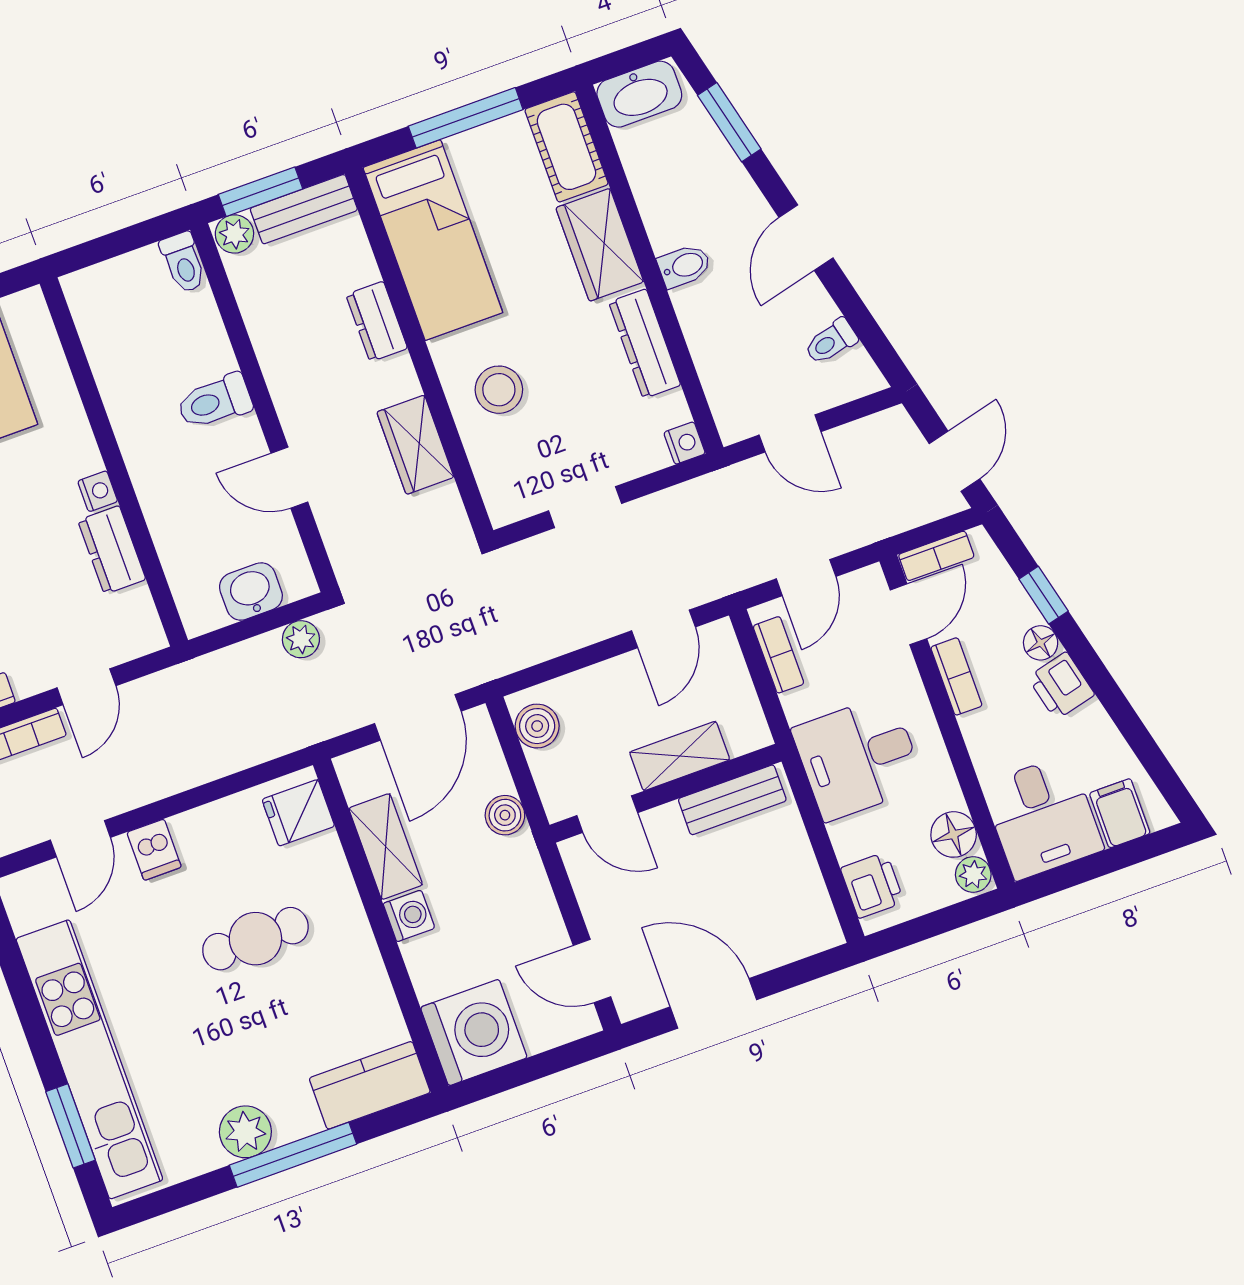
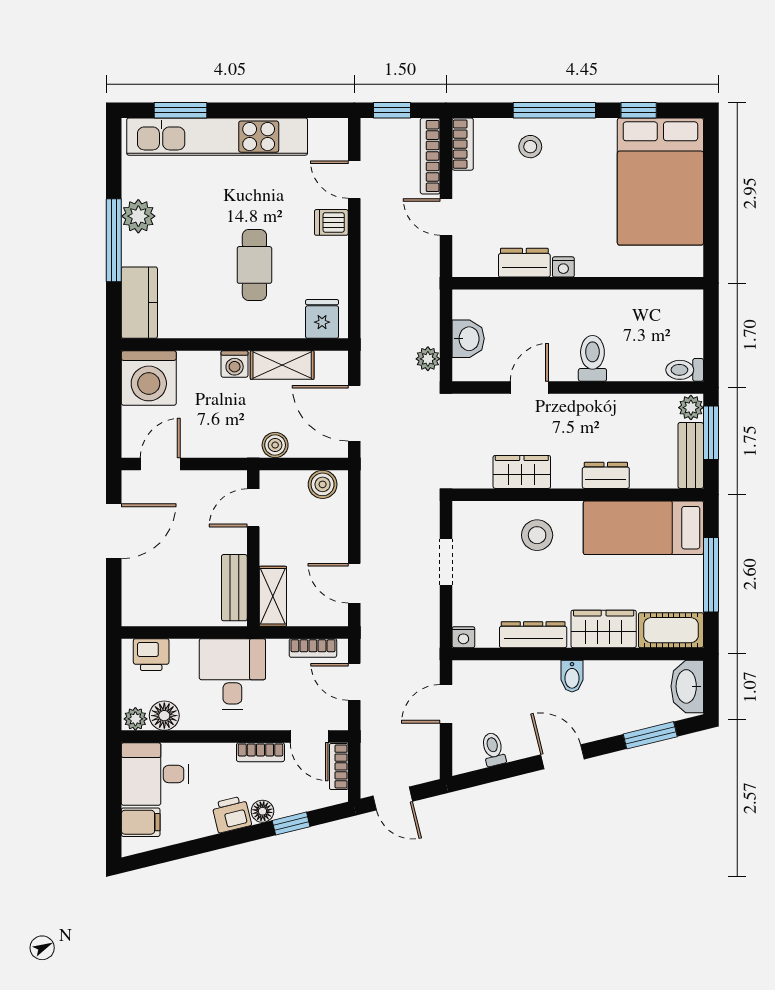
shelving: (680, 756) -> (273, 596), moved

